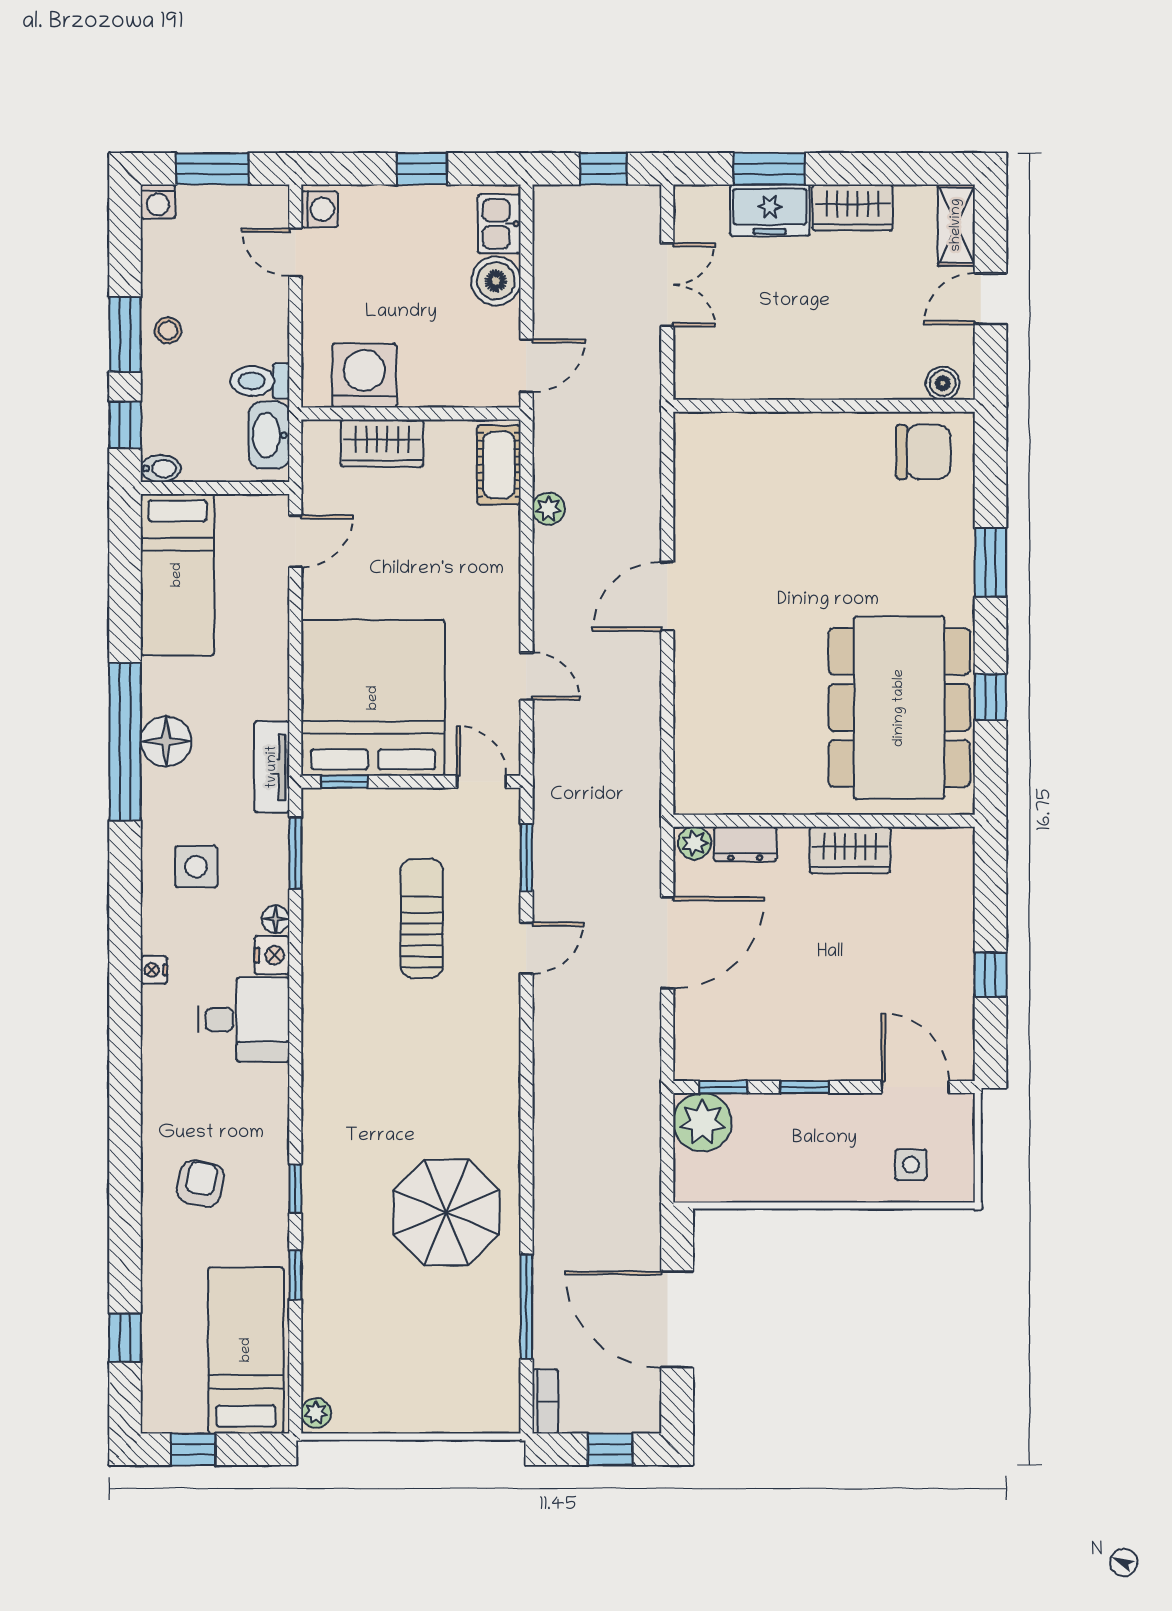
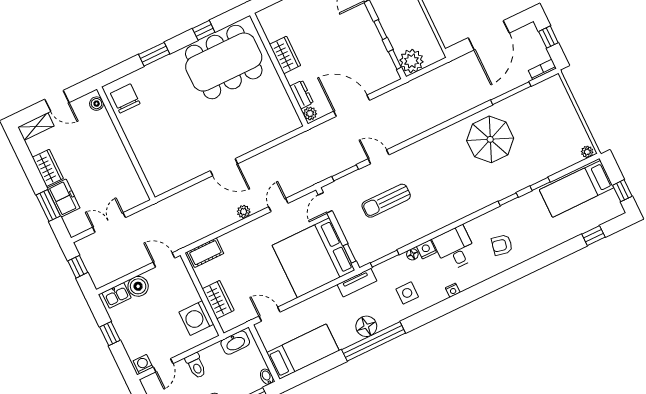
toilet: (260, 381) -> (196, 366), moved
plant: (549, 509) -> (244, 212), moved
armchair: (200, 1184) -> (502, 245), moved

